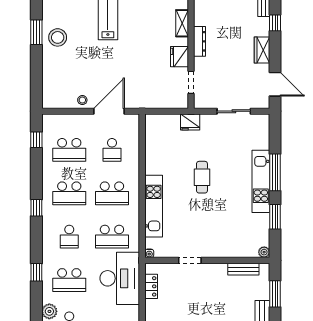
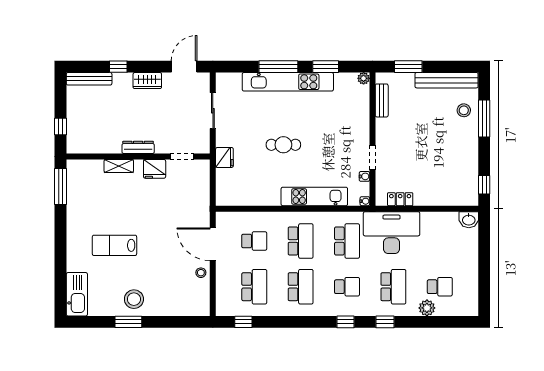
kitchen unit: (261, 181) -> (288, 82), width x1.36
window: (36, 208) -> (346, 322), moved
water cooler: (172, 253) -> (364, 176), added

